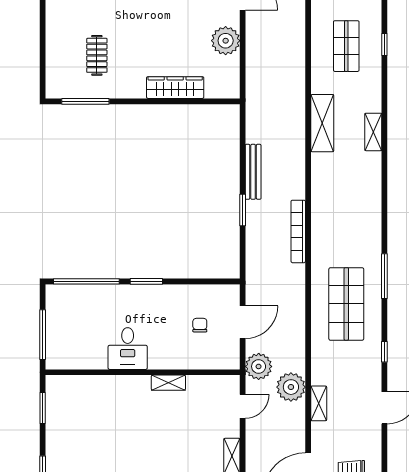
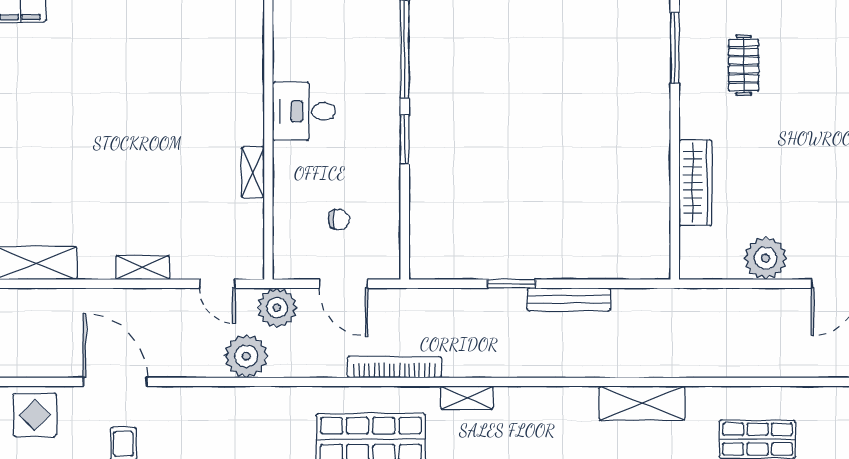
clothes rail: (97, 55) -> (744, 65), turned 90
bookcase: (298, 231) -> (394, 367), moved
shelving: (319, 403) -> (467, 398), moved

